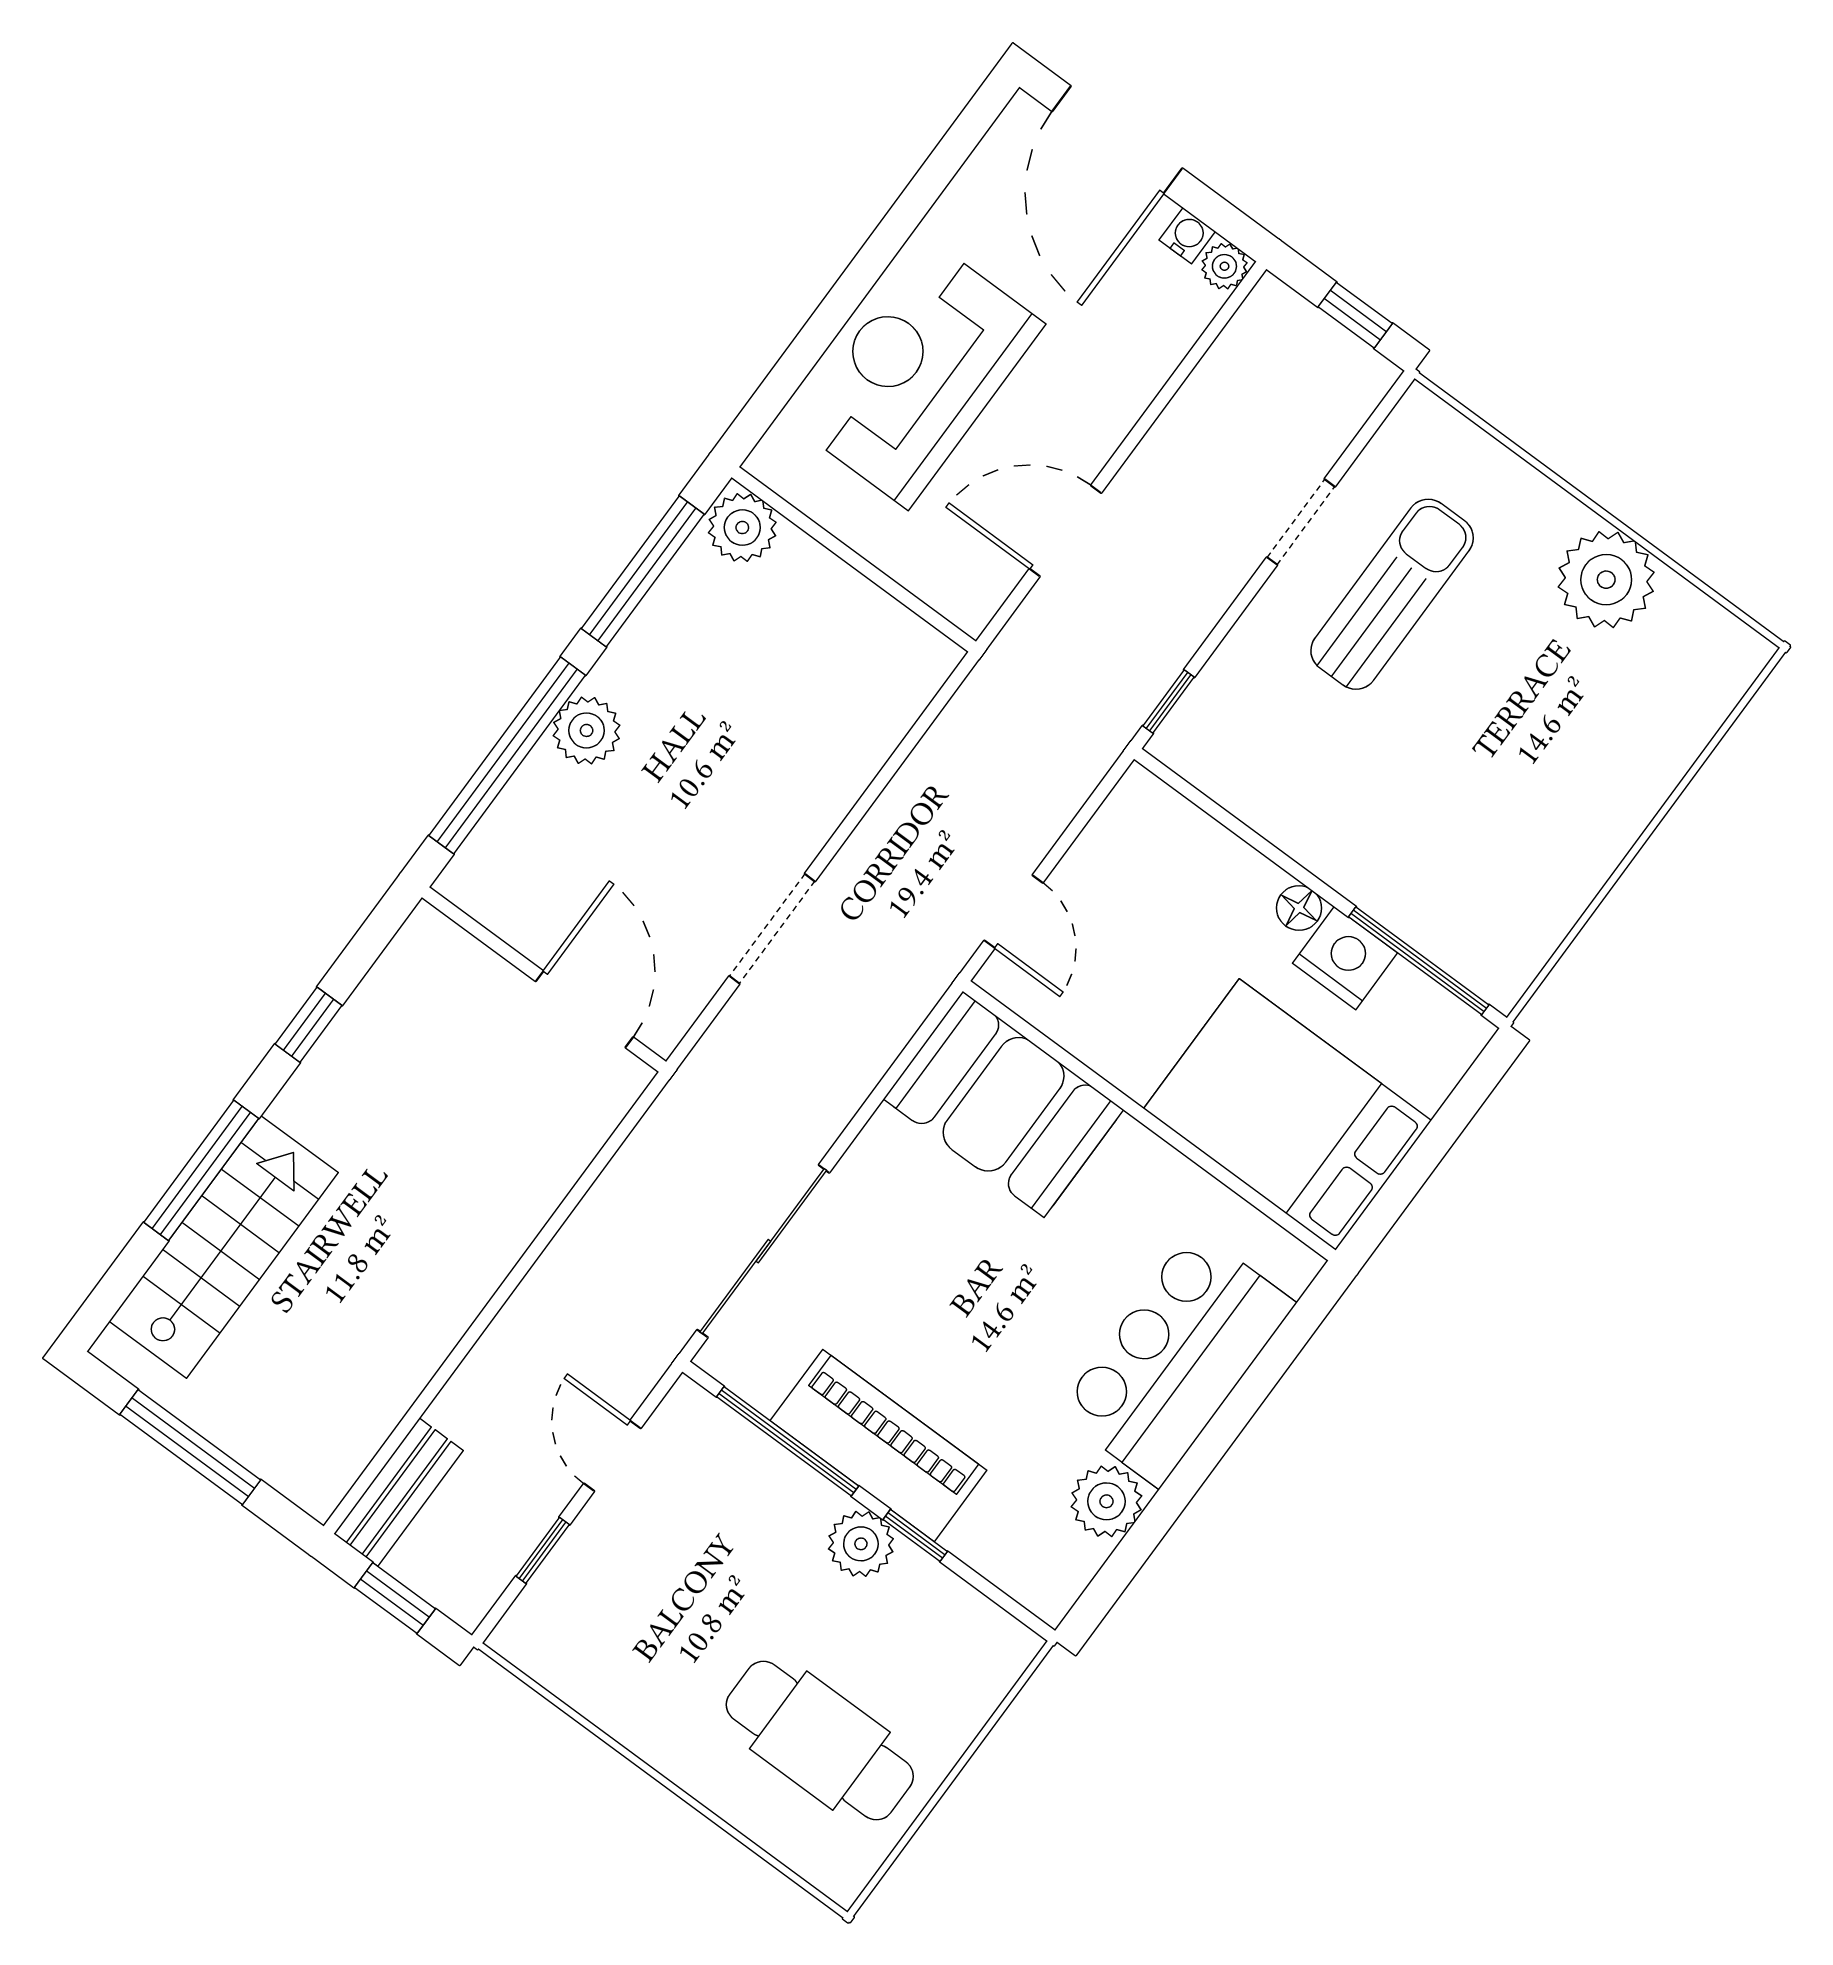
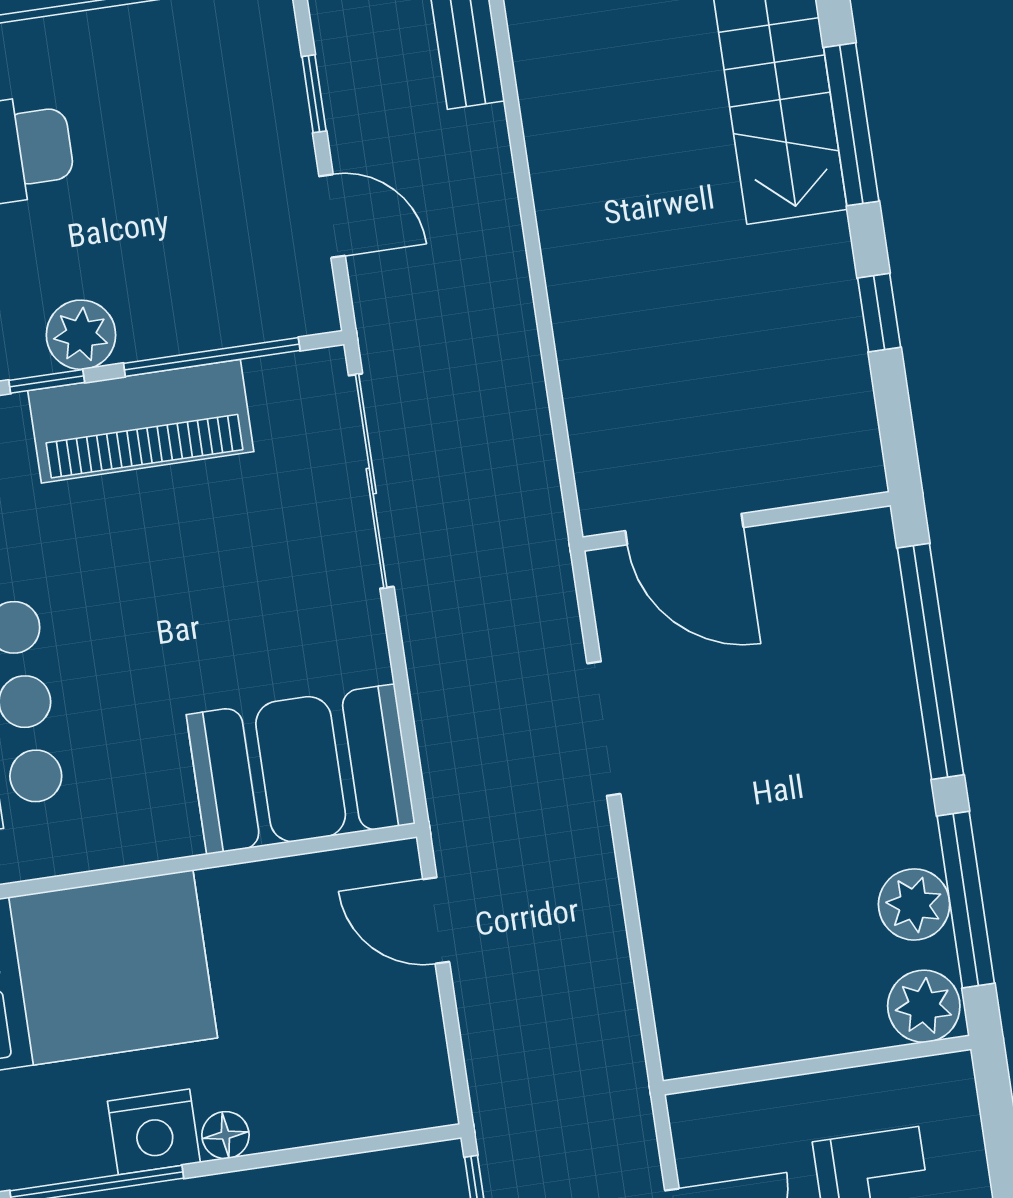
plant: (587, 730) -> (914, 904), moved

